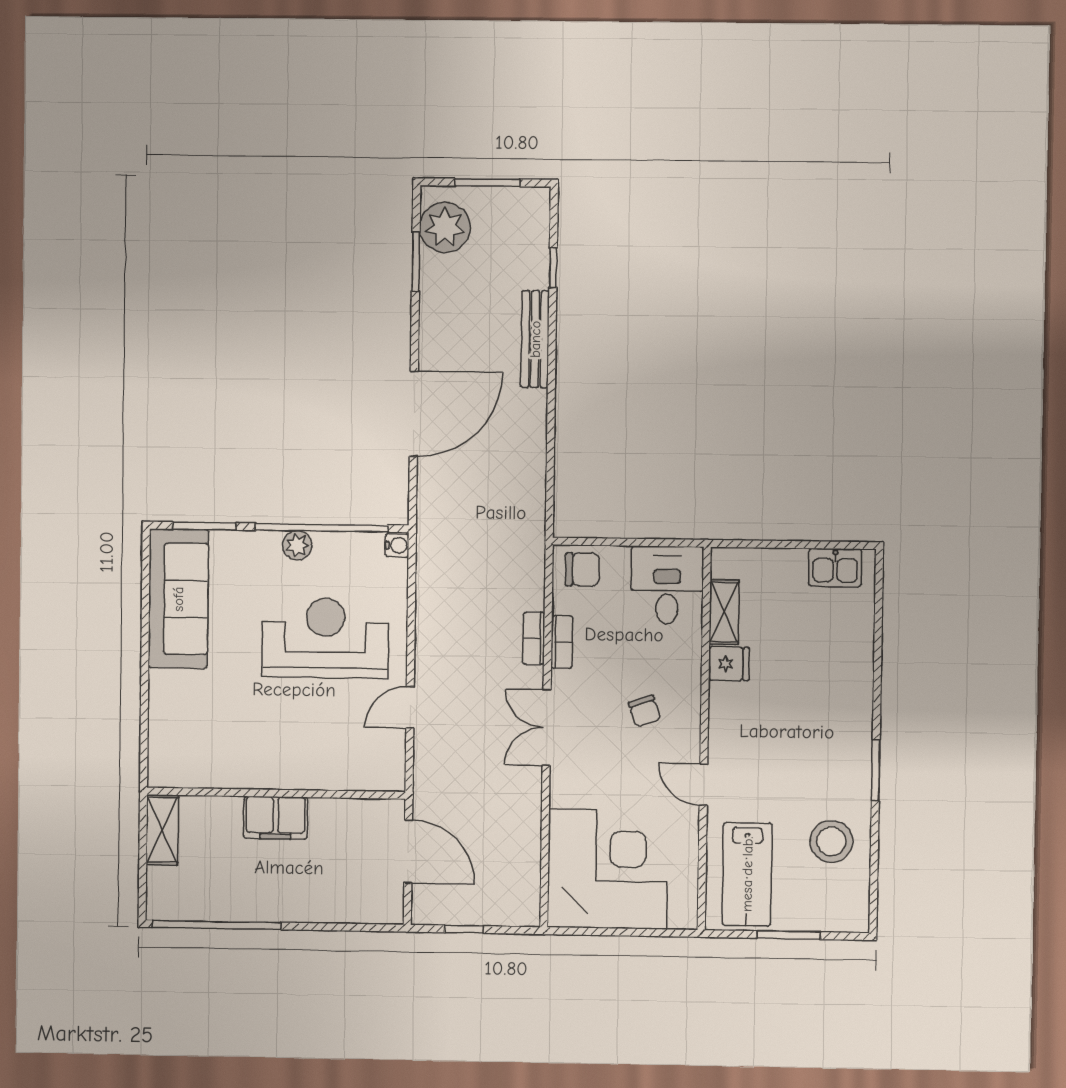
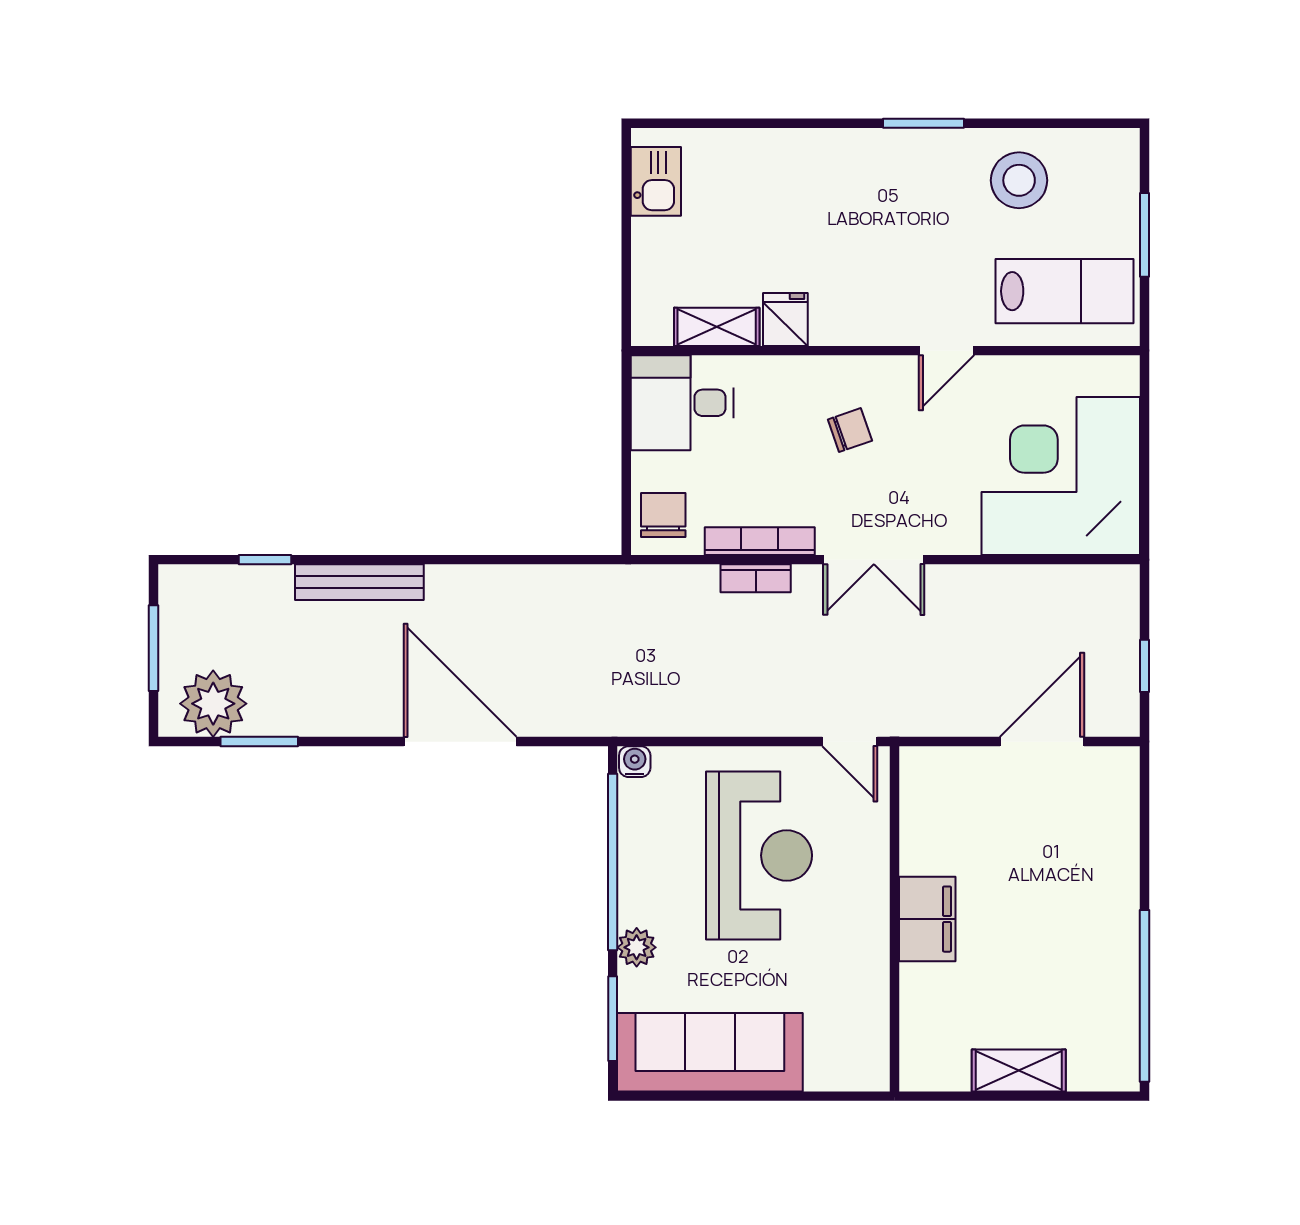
plant: (297, 545) -> (637, 947), moved
reception desk: (325, 638) -> (759, 855), turned 180
bookcase: (562, 642) -> (760, 541), width x1.56
wall: (276, 793) -> (894, 919), moved
filing cabinet: (276, 818) -> (927, 919), moved

